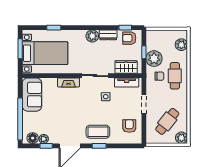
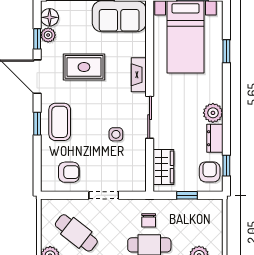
plant: (154, 59) -> (177, 212), removed
tv unit: (127, 82) -> (139, 168), removed
rug: (64, 117) -> (84, 67), added

